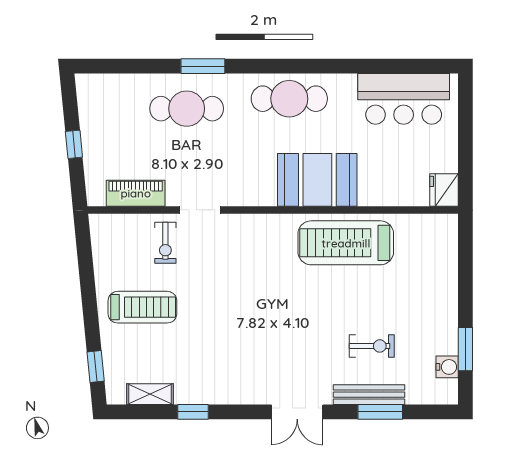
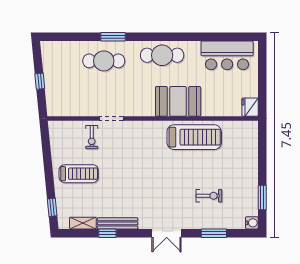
piano: (136, 193) -> (75, 109), removed
treadmill: (346, 243) -> (194, 137), turned 180
water cooler: (447, 367) -> (252, 223), moved
bench: (369, 395) -> (117, 223), moved

